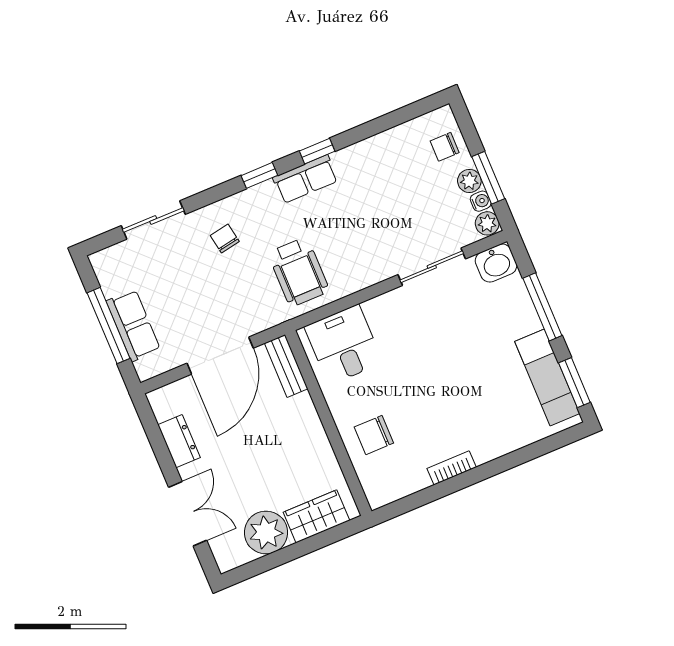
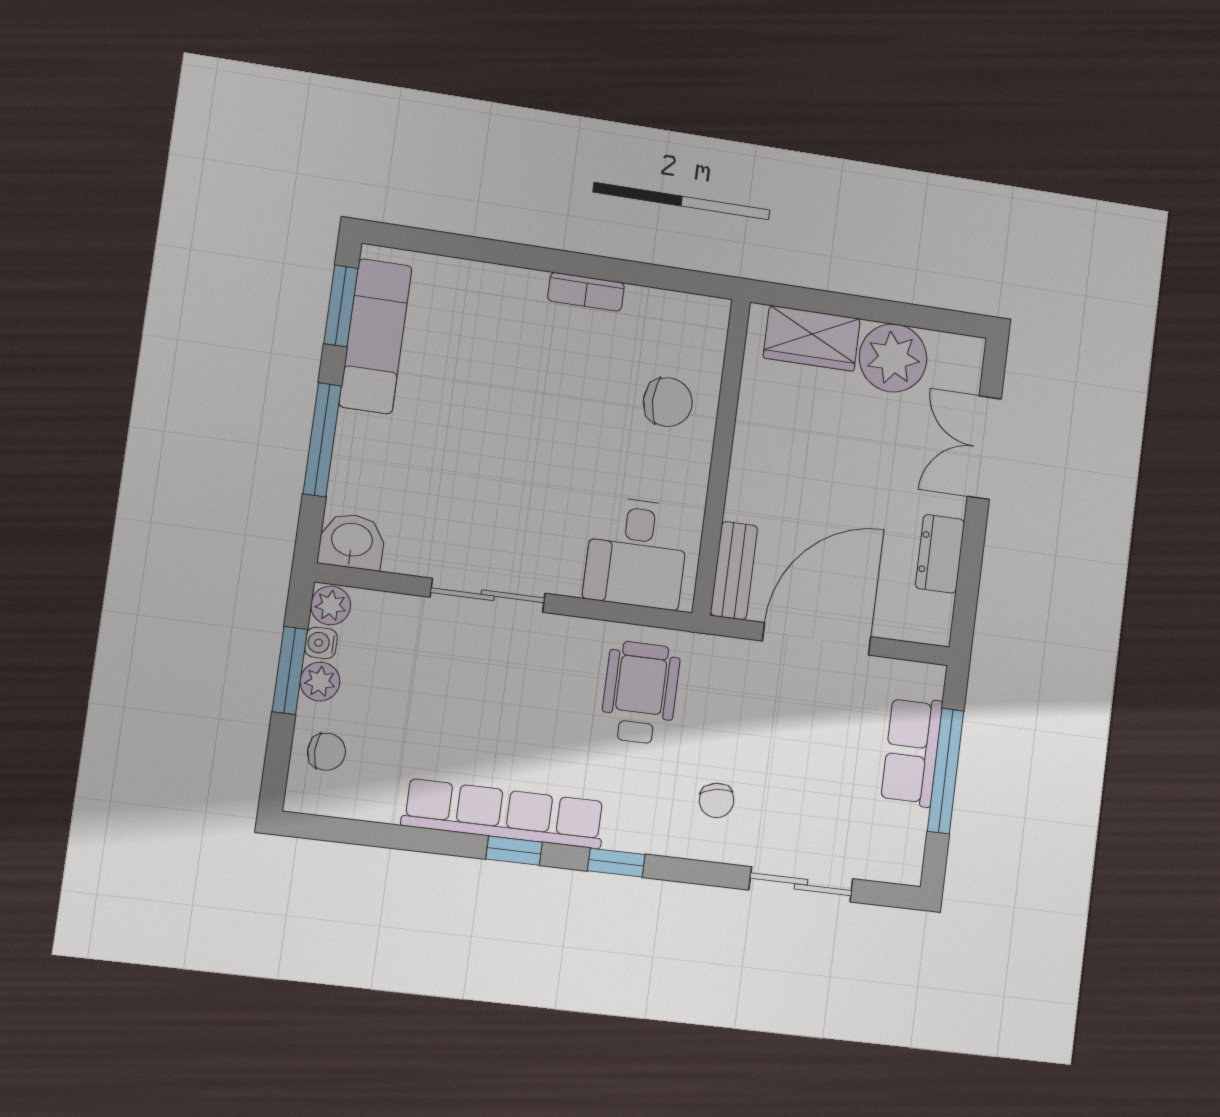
row of seats: (305, 179) -> (504, 814), width x2.02
sliding door: (432, 267) -> (488, 595), moved

